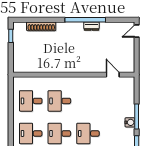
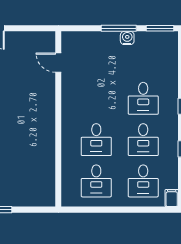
door: (113, 75) -> (58, 63), hinge flipped

